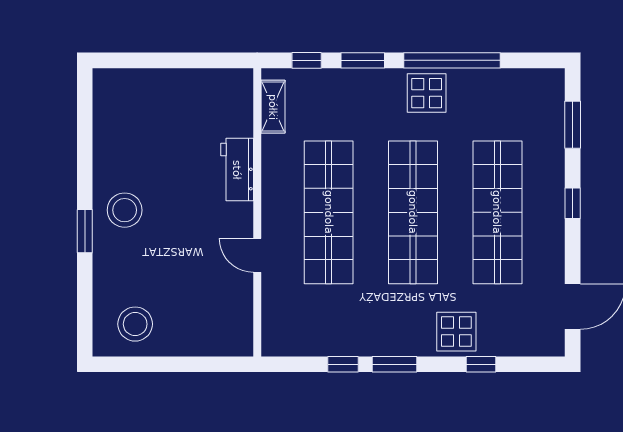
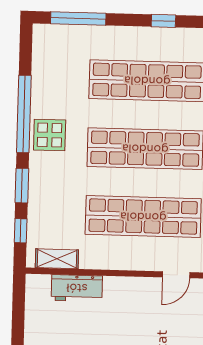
window: (573, 125) -> (78, 18), width x1.44
workbench: (237, 170) -> (77, 288), moved
window: (573, 203) -> (163, 21), moved

